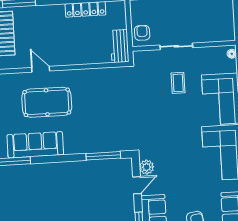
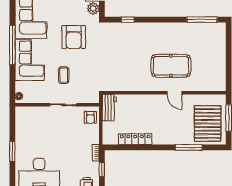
armchair: (169, 130) -> (74, 37), added
sofa: (35, 145) -> (182, 32), removed
window: (103, 156) -> (128, 20), width x0.46

